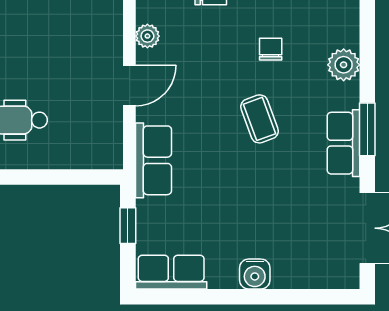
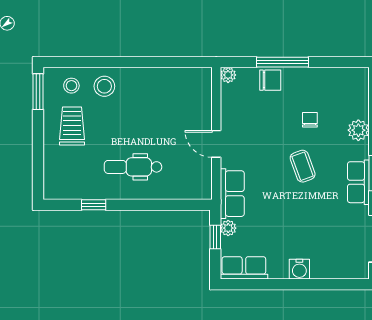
plant: (147, 36) -> (228, 228), moved
door: (129, 85) -> (216, 144), swing flipped

